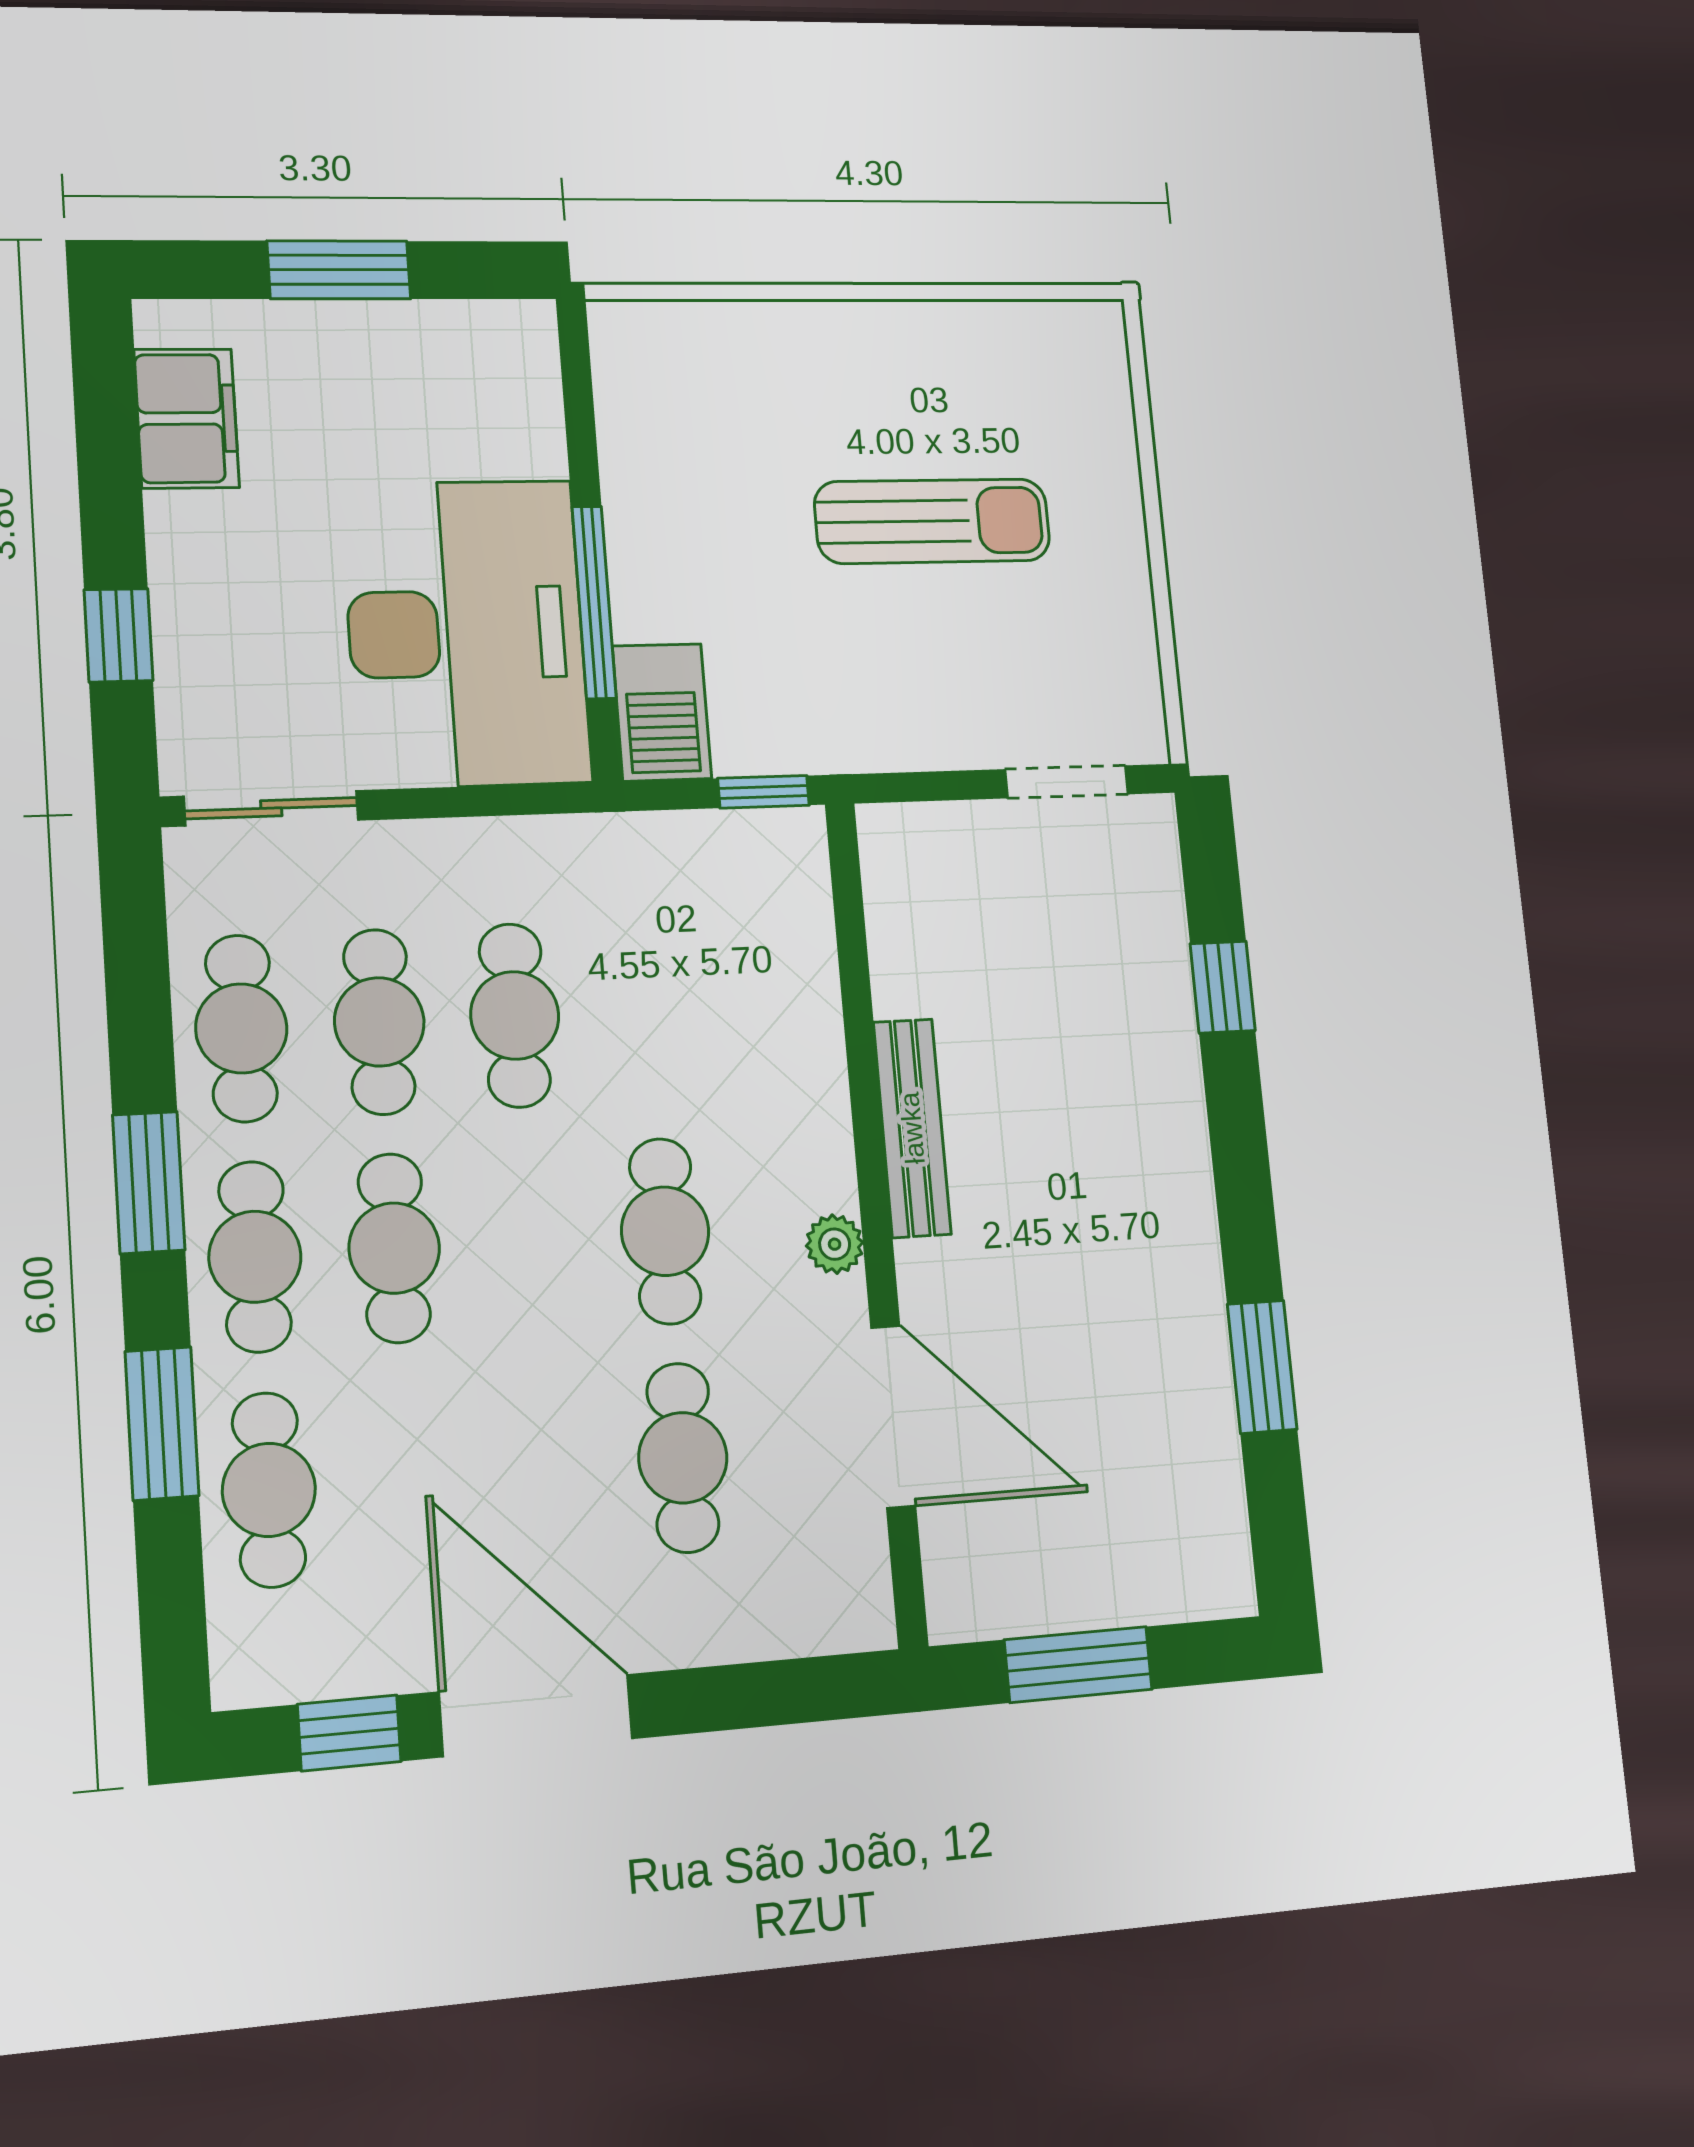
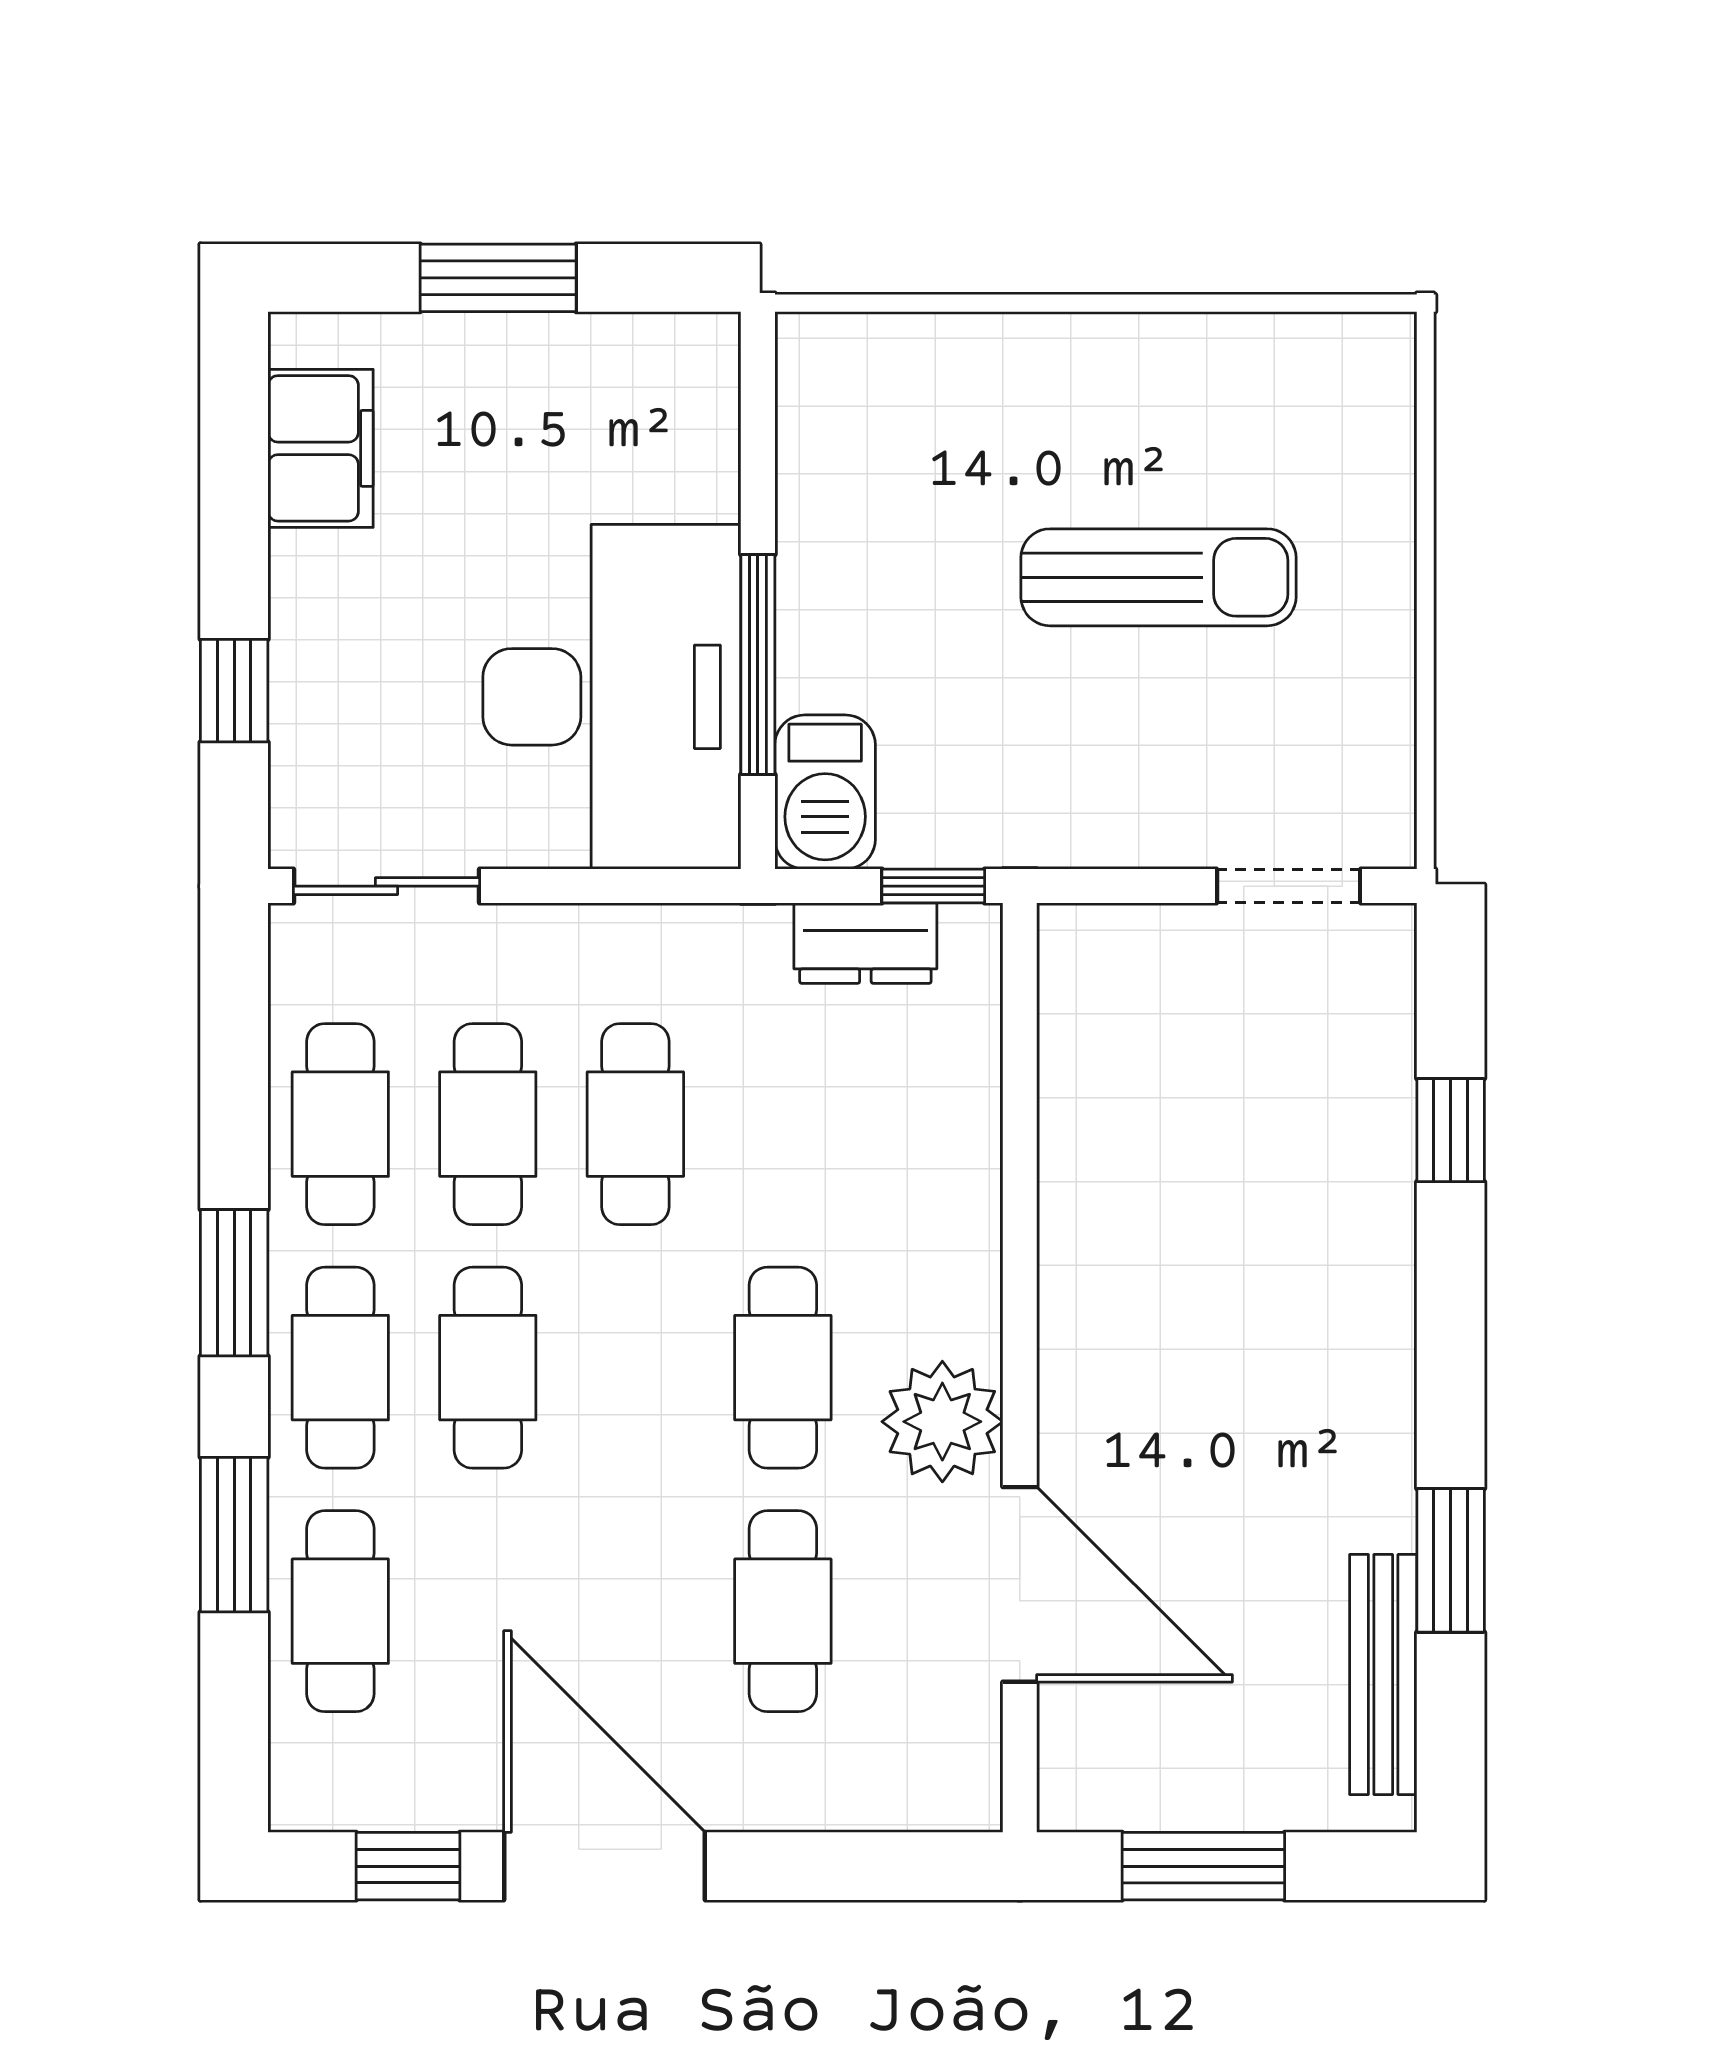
dresser: (708, 844) -> (865, 943), added
bench: (912, 1128) -> (1383, 1674), moved
plant: (835, 1244) -> (942, 1422), width x1.88, depth x1.88

